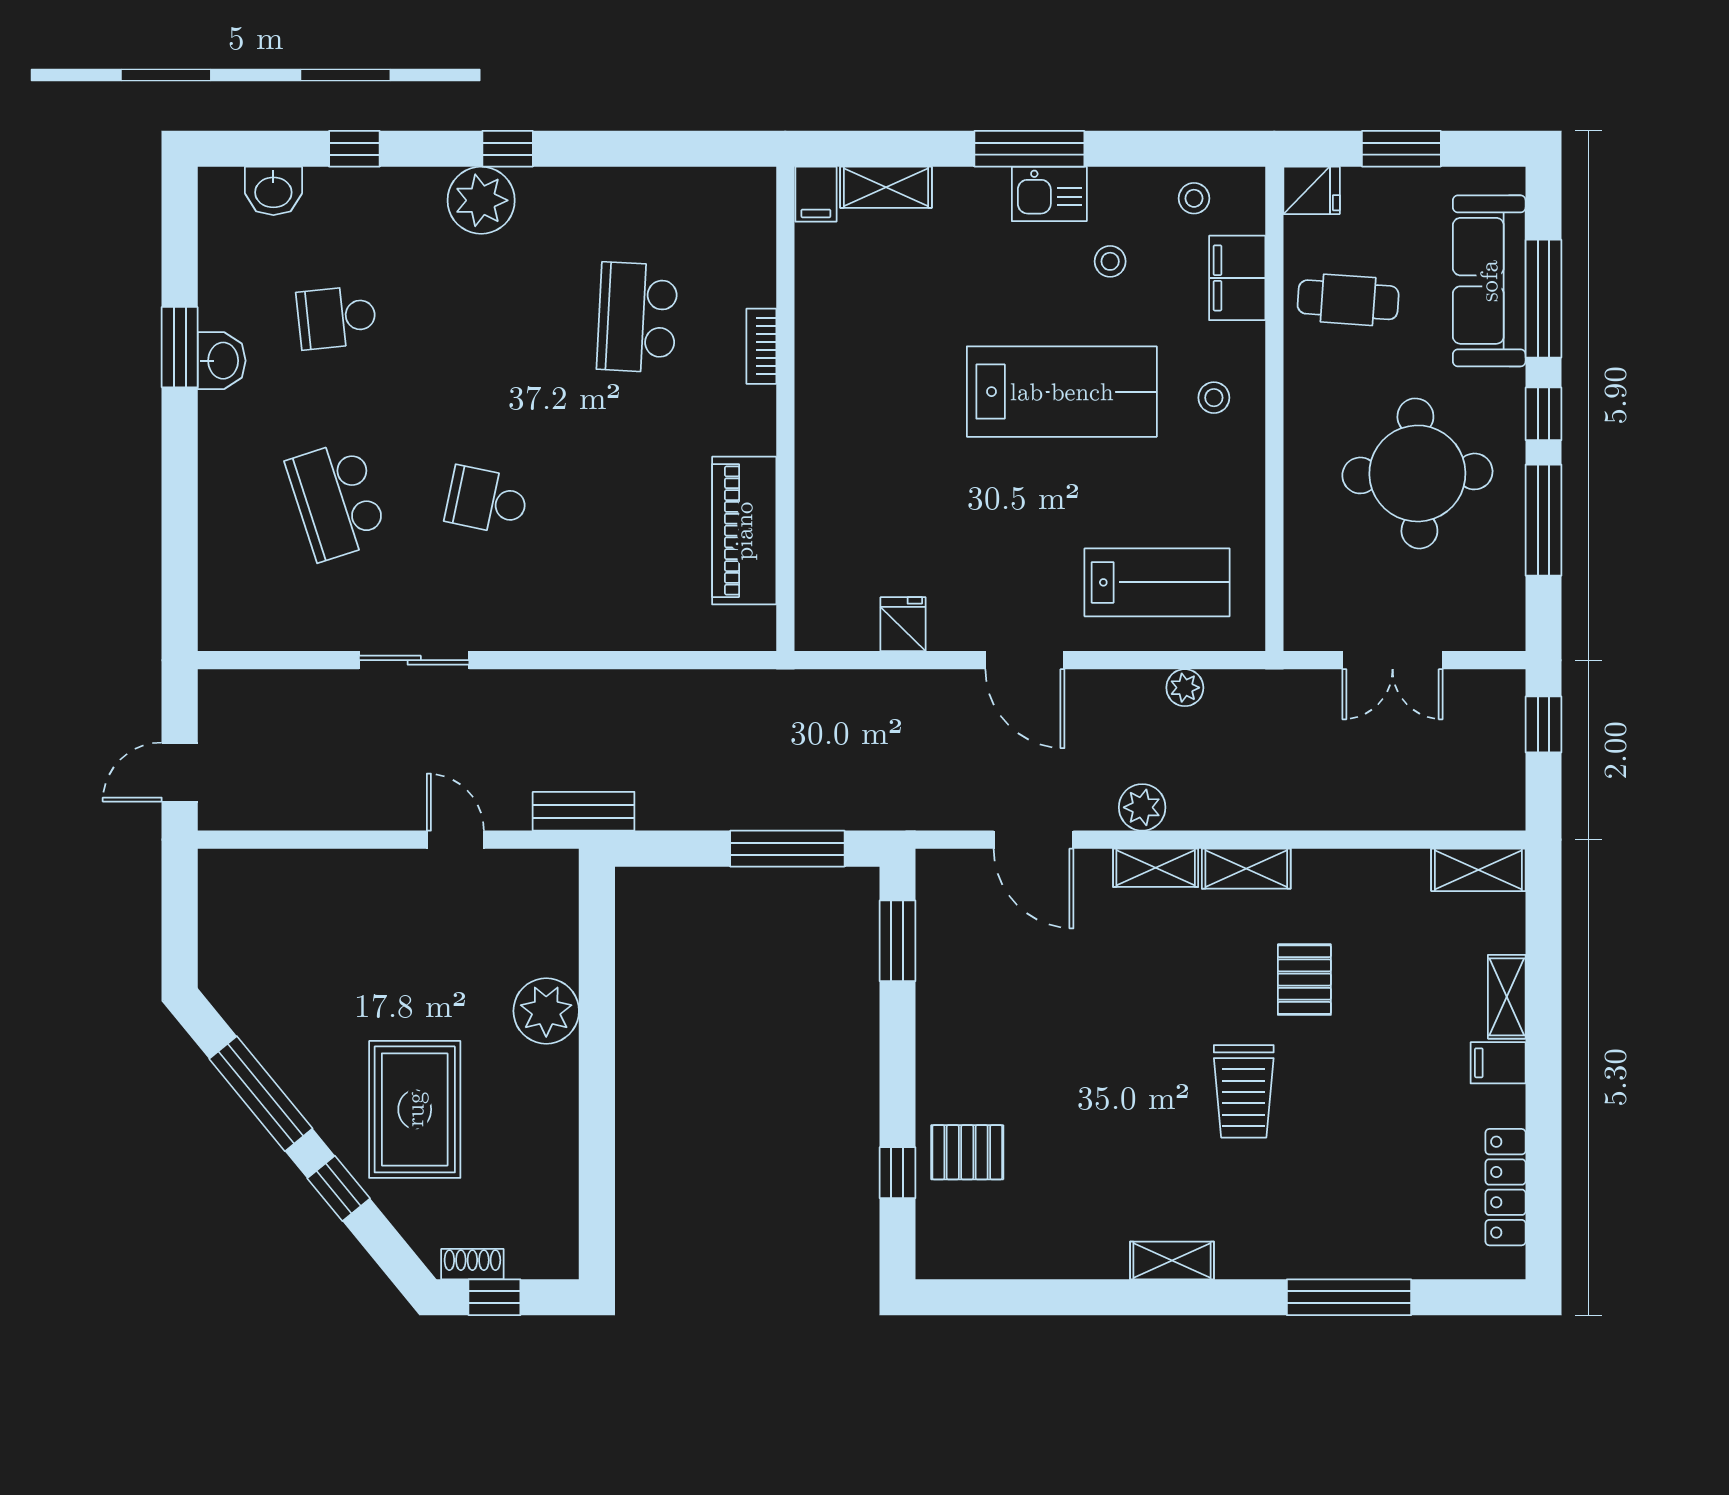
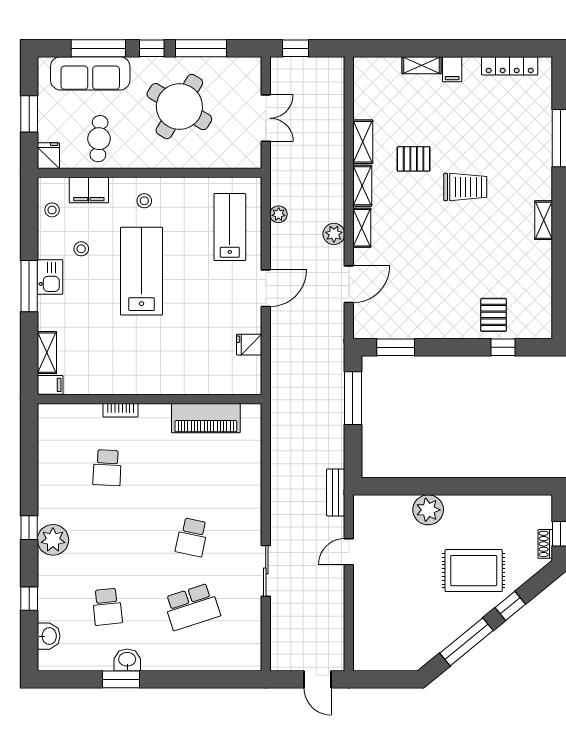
school desk: (637, 317) -> (107, 468), width x0.54
round table: (1417, 473) -> (179, 107), turned 33
shelving: (1478, 870) -> (363, 142), moved

